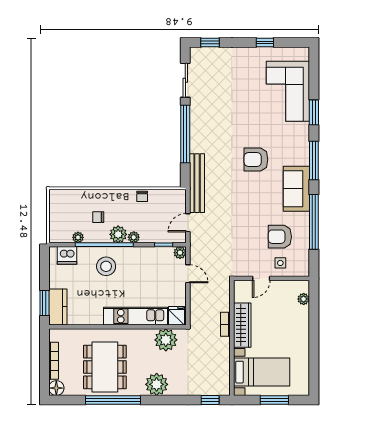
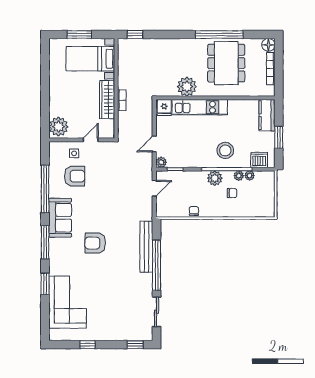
armchair: (256, 160) -> (95, 243), turned 180
bench: (197, 183) -> (146, 247), moved
plant: (134, 237) -> (239, 176), moved
door: (188, 274) -> (154, 144), hinge flipped
plant: (304, 299) -> (58, 127), width x1.87, depth x1.87
window: (44, 303) -> (279, 137), moved
plant: (166, 340) -> (187, 87), moved
plant: (157, 384) -> (181, 48), removed

